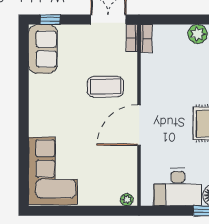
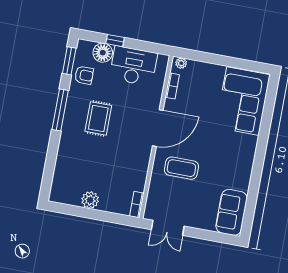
window: (50, 19) -> (220, 238), removed
bookcase: (132, 38) -> (172, 86), moved

